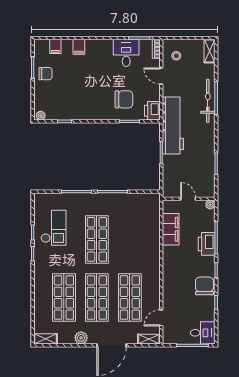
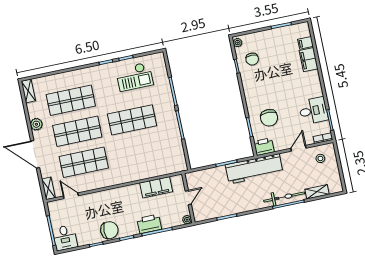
filing cabinet: (79, 47) -> (309, 60), width x2.00
shelving: (210, 51) -> (317, 192), moved
chair: (45, 74) -> (252, 59), moved

